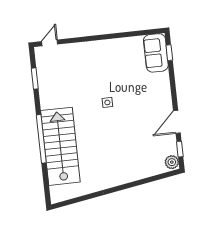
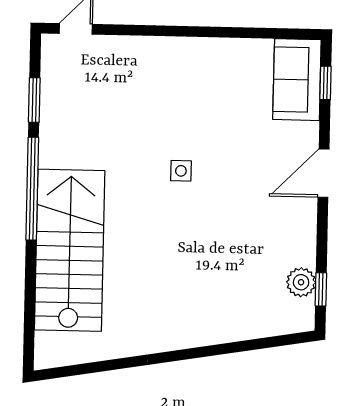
door: (177, 122) -> (323, 173), moved
window: (41, 139) -> (32, 189), moved
plant: (172, 162) -> (301, 282), moved

